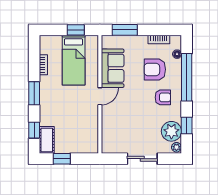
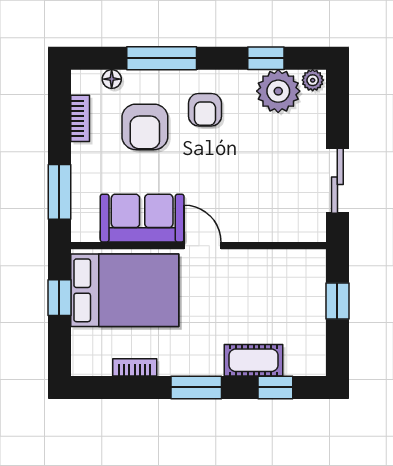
bed: (74, 60) -> (125, 290), width x1.50
window: (187, 77) -> (162, 58), width x0.68
armchair: (163, 97) -> (205, 110), turned 180
cot: (47, 140) -> (254, 360), moved
window: (62, 159) -> (337, 301), moved
sliding door: (142, 159) -> (337, 181), moved

